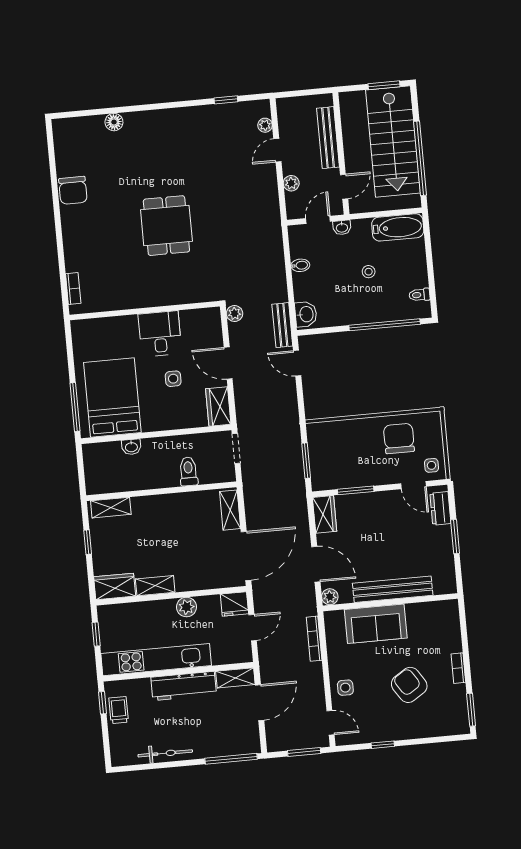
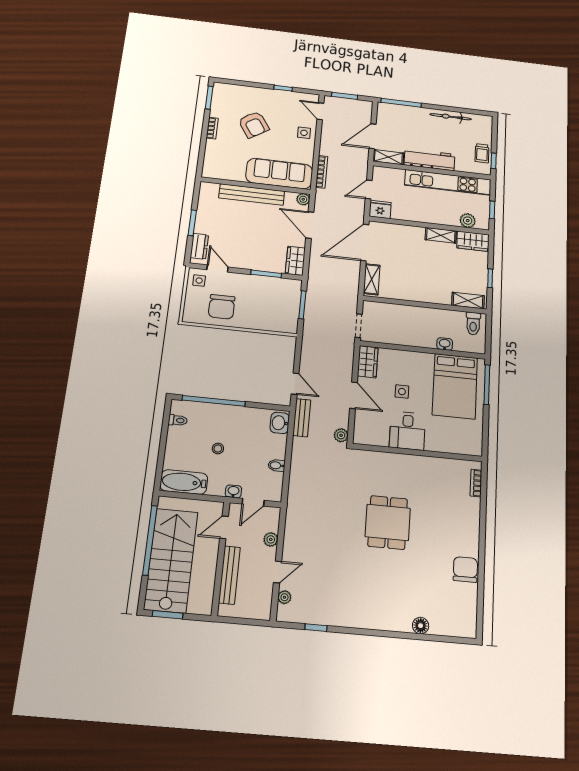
toilet: (188, 471) -> (473, 324), moved
plant: (187, 607) -> (468, 221), moved
sofa: (376, 624) -> (279, 174), width x1.36

